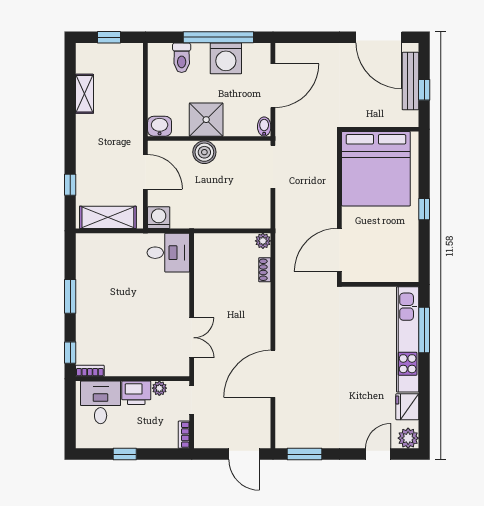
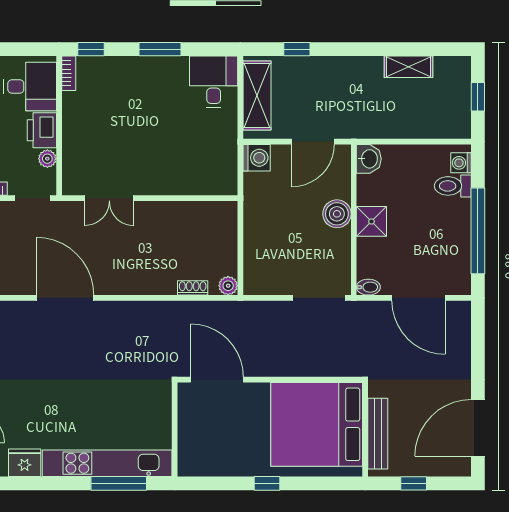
washing machine: (226, 58) -> (461, 163), moved, width x0.53, depth x0.53
bench: (410, 81) -> (378, 434), moved, turned 90
shower: (206, 120) -> (371, 221), width x0.73, depth x0.73
desk: (168, 253) -> (214, 82), moved, turned 180

